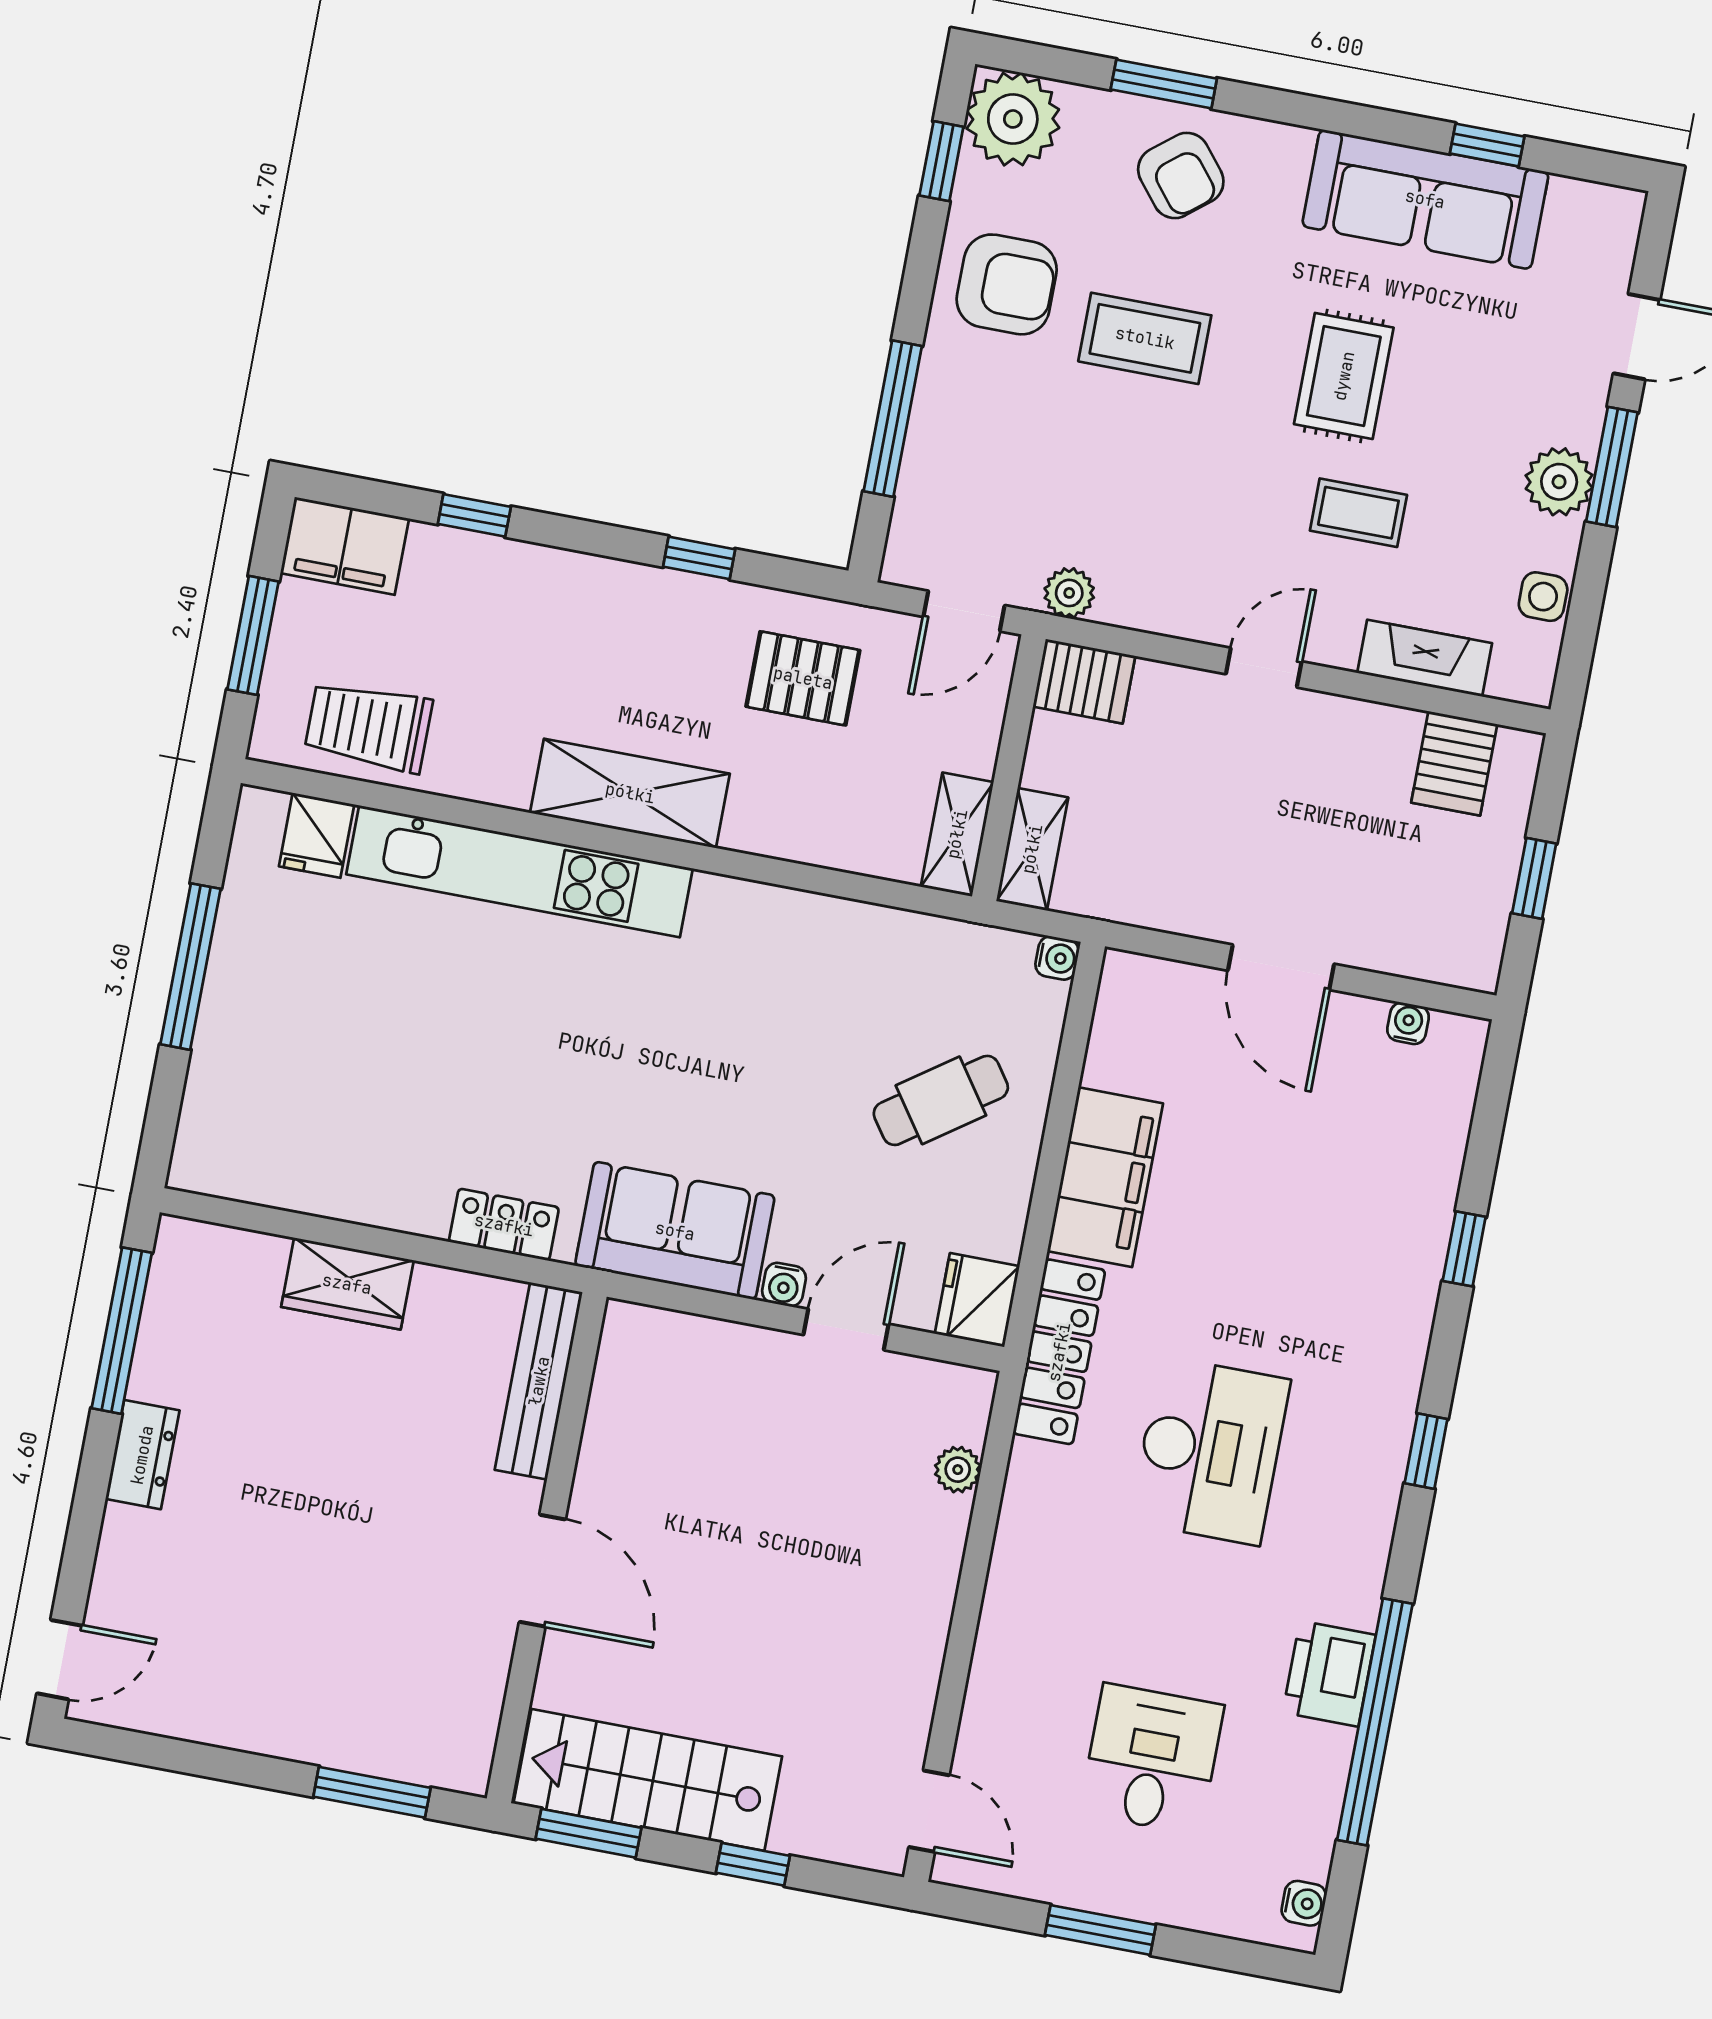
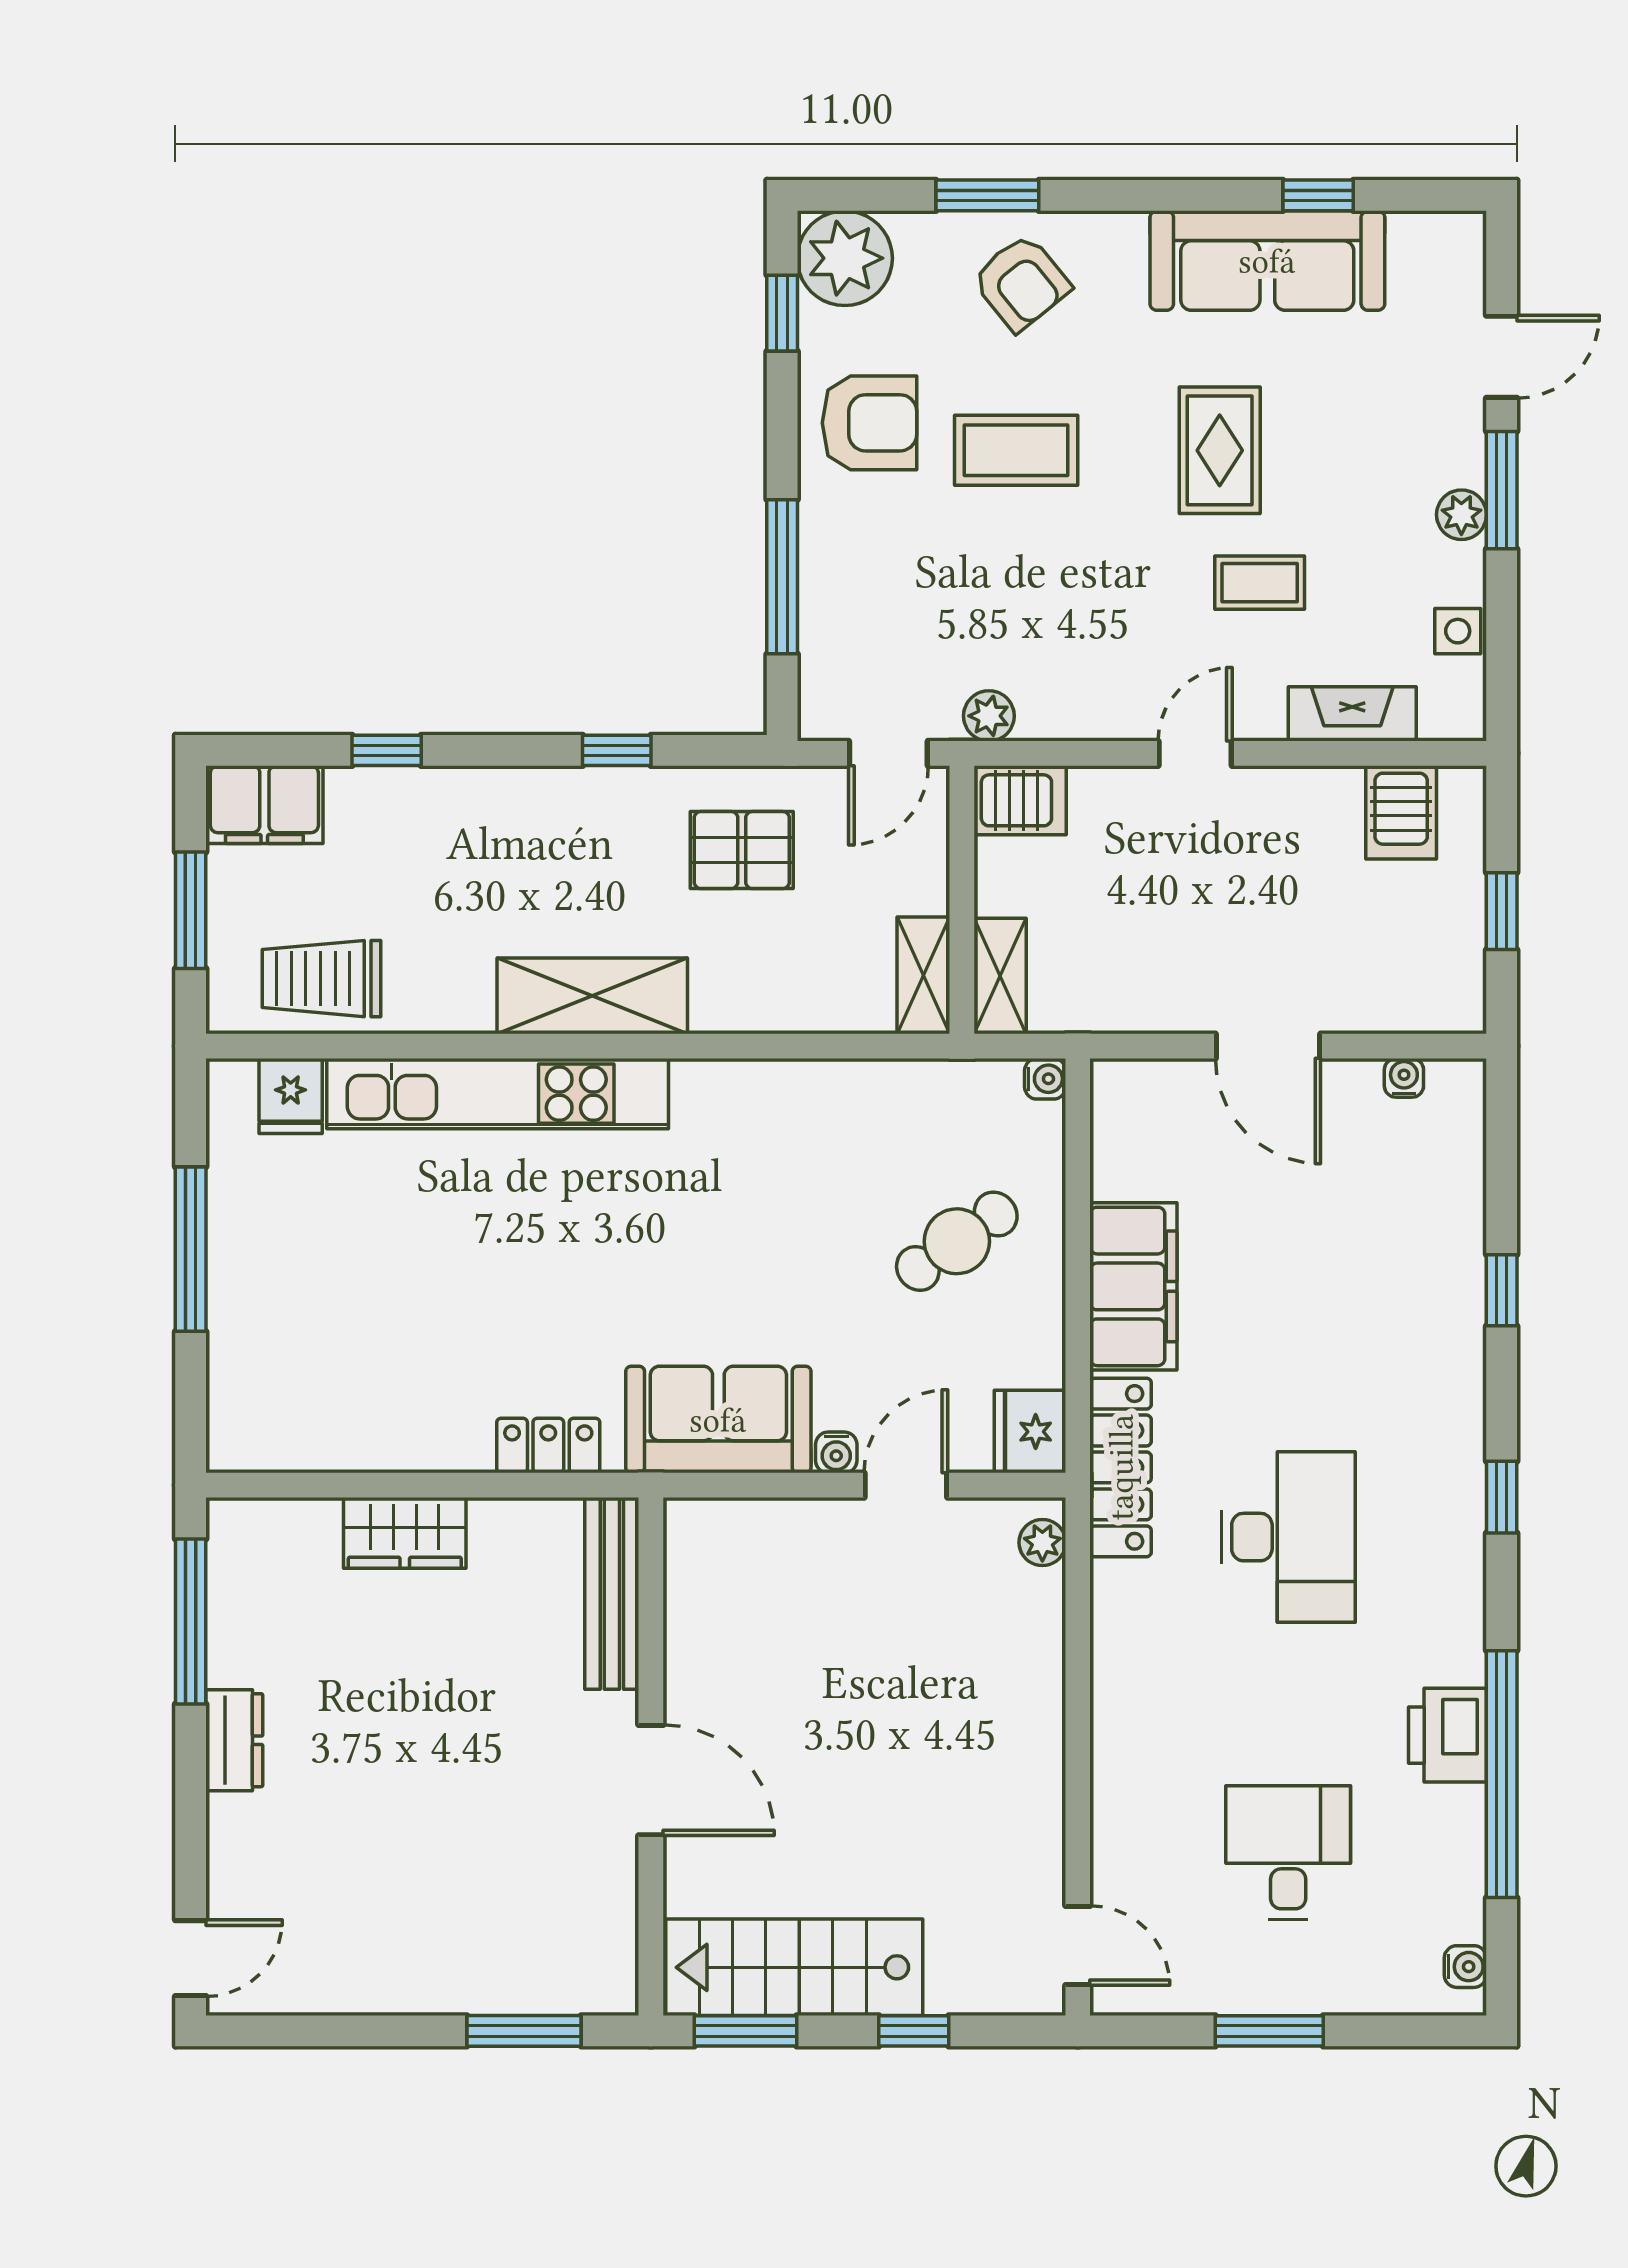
plant: (1559, 482) -> (1461, 515), width x0.73, depth x0.73
plant: (958, 1470) -> (1042, 1543), moved

